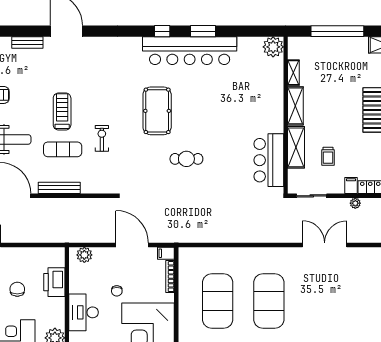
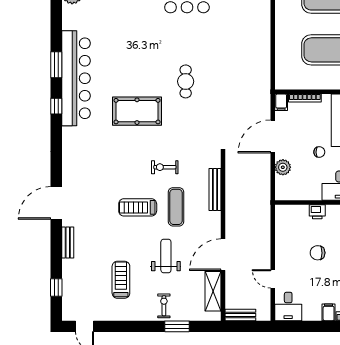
bench: (59, 188) -> (215, 189), moved
plant: (84, 255) -> (283, 167), moved
printer: (54, 282) -> (317, 212), width x0.53, depth x0.68

